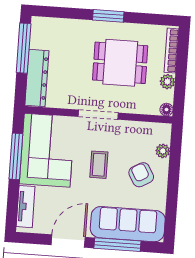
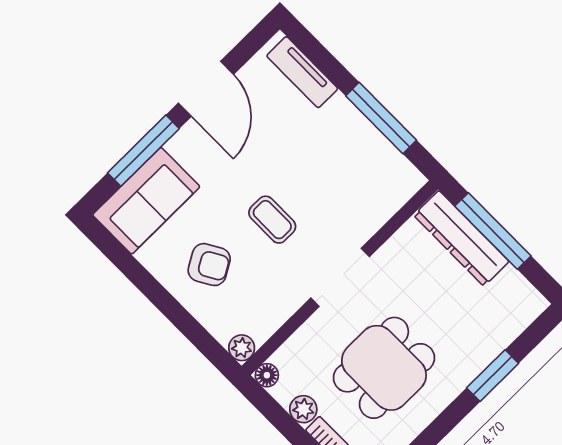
window: (108, 16) -> (493, 376), moved
window: (24, 48) -> (493, 231), moved
corner sofa: (47, 150) -> (353, 167), removed
plant: (163, 151) -> (242, 348), moved
sofa: (128, 224) -> (146, 201), width x0.73

